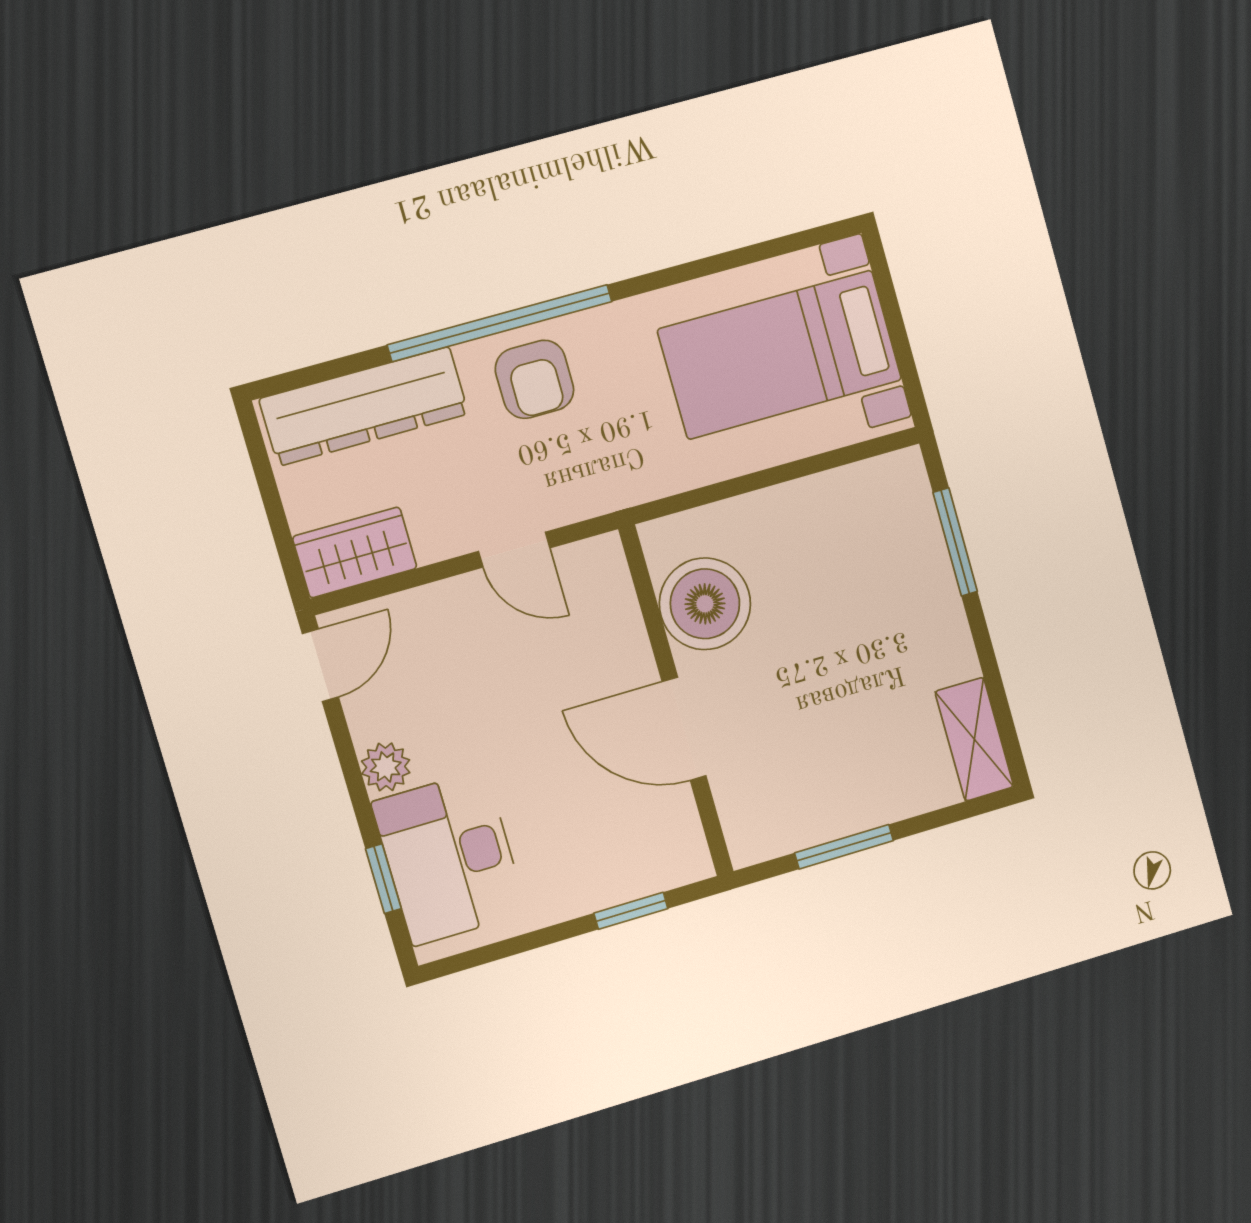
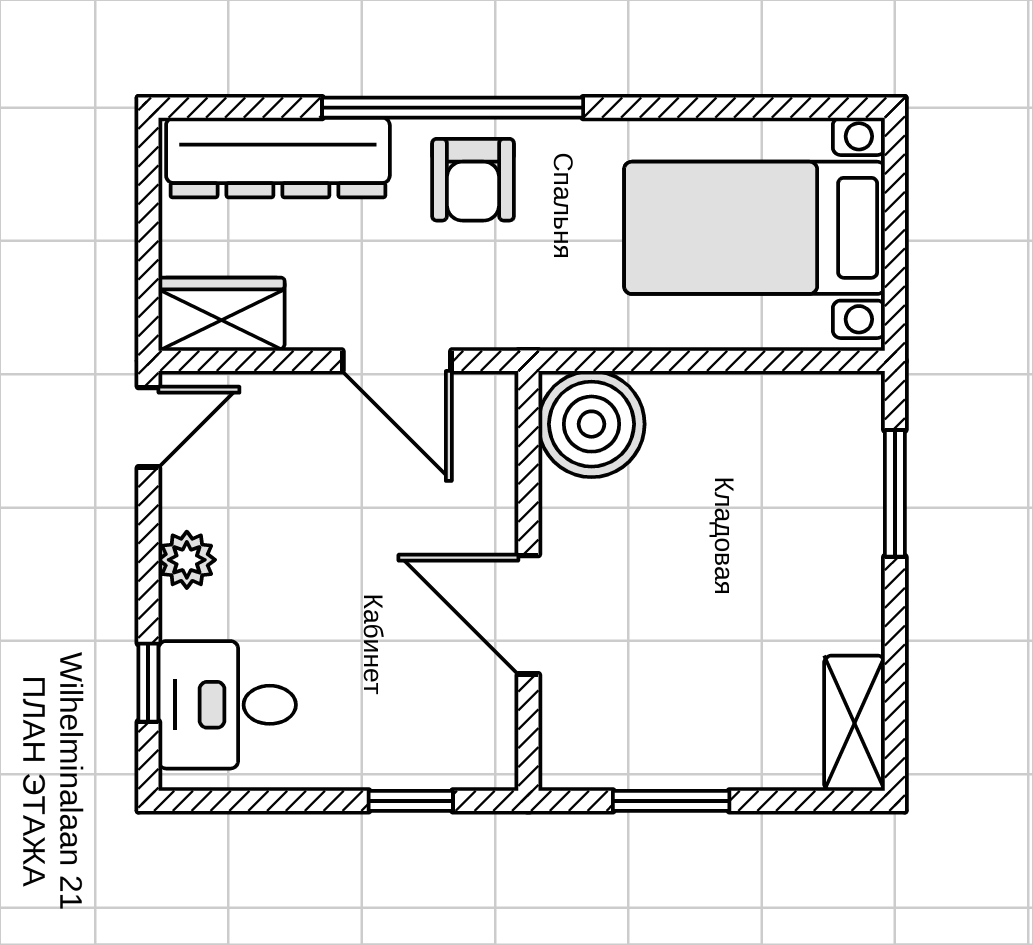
door: (514, 550) -> (397, 361), width x1.38
boiler: (705, 604) -> (591, 424), moved
desk: (449, 858) -> (227, 705), width x0.73

